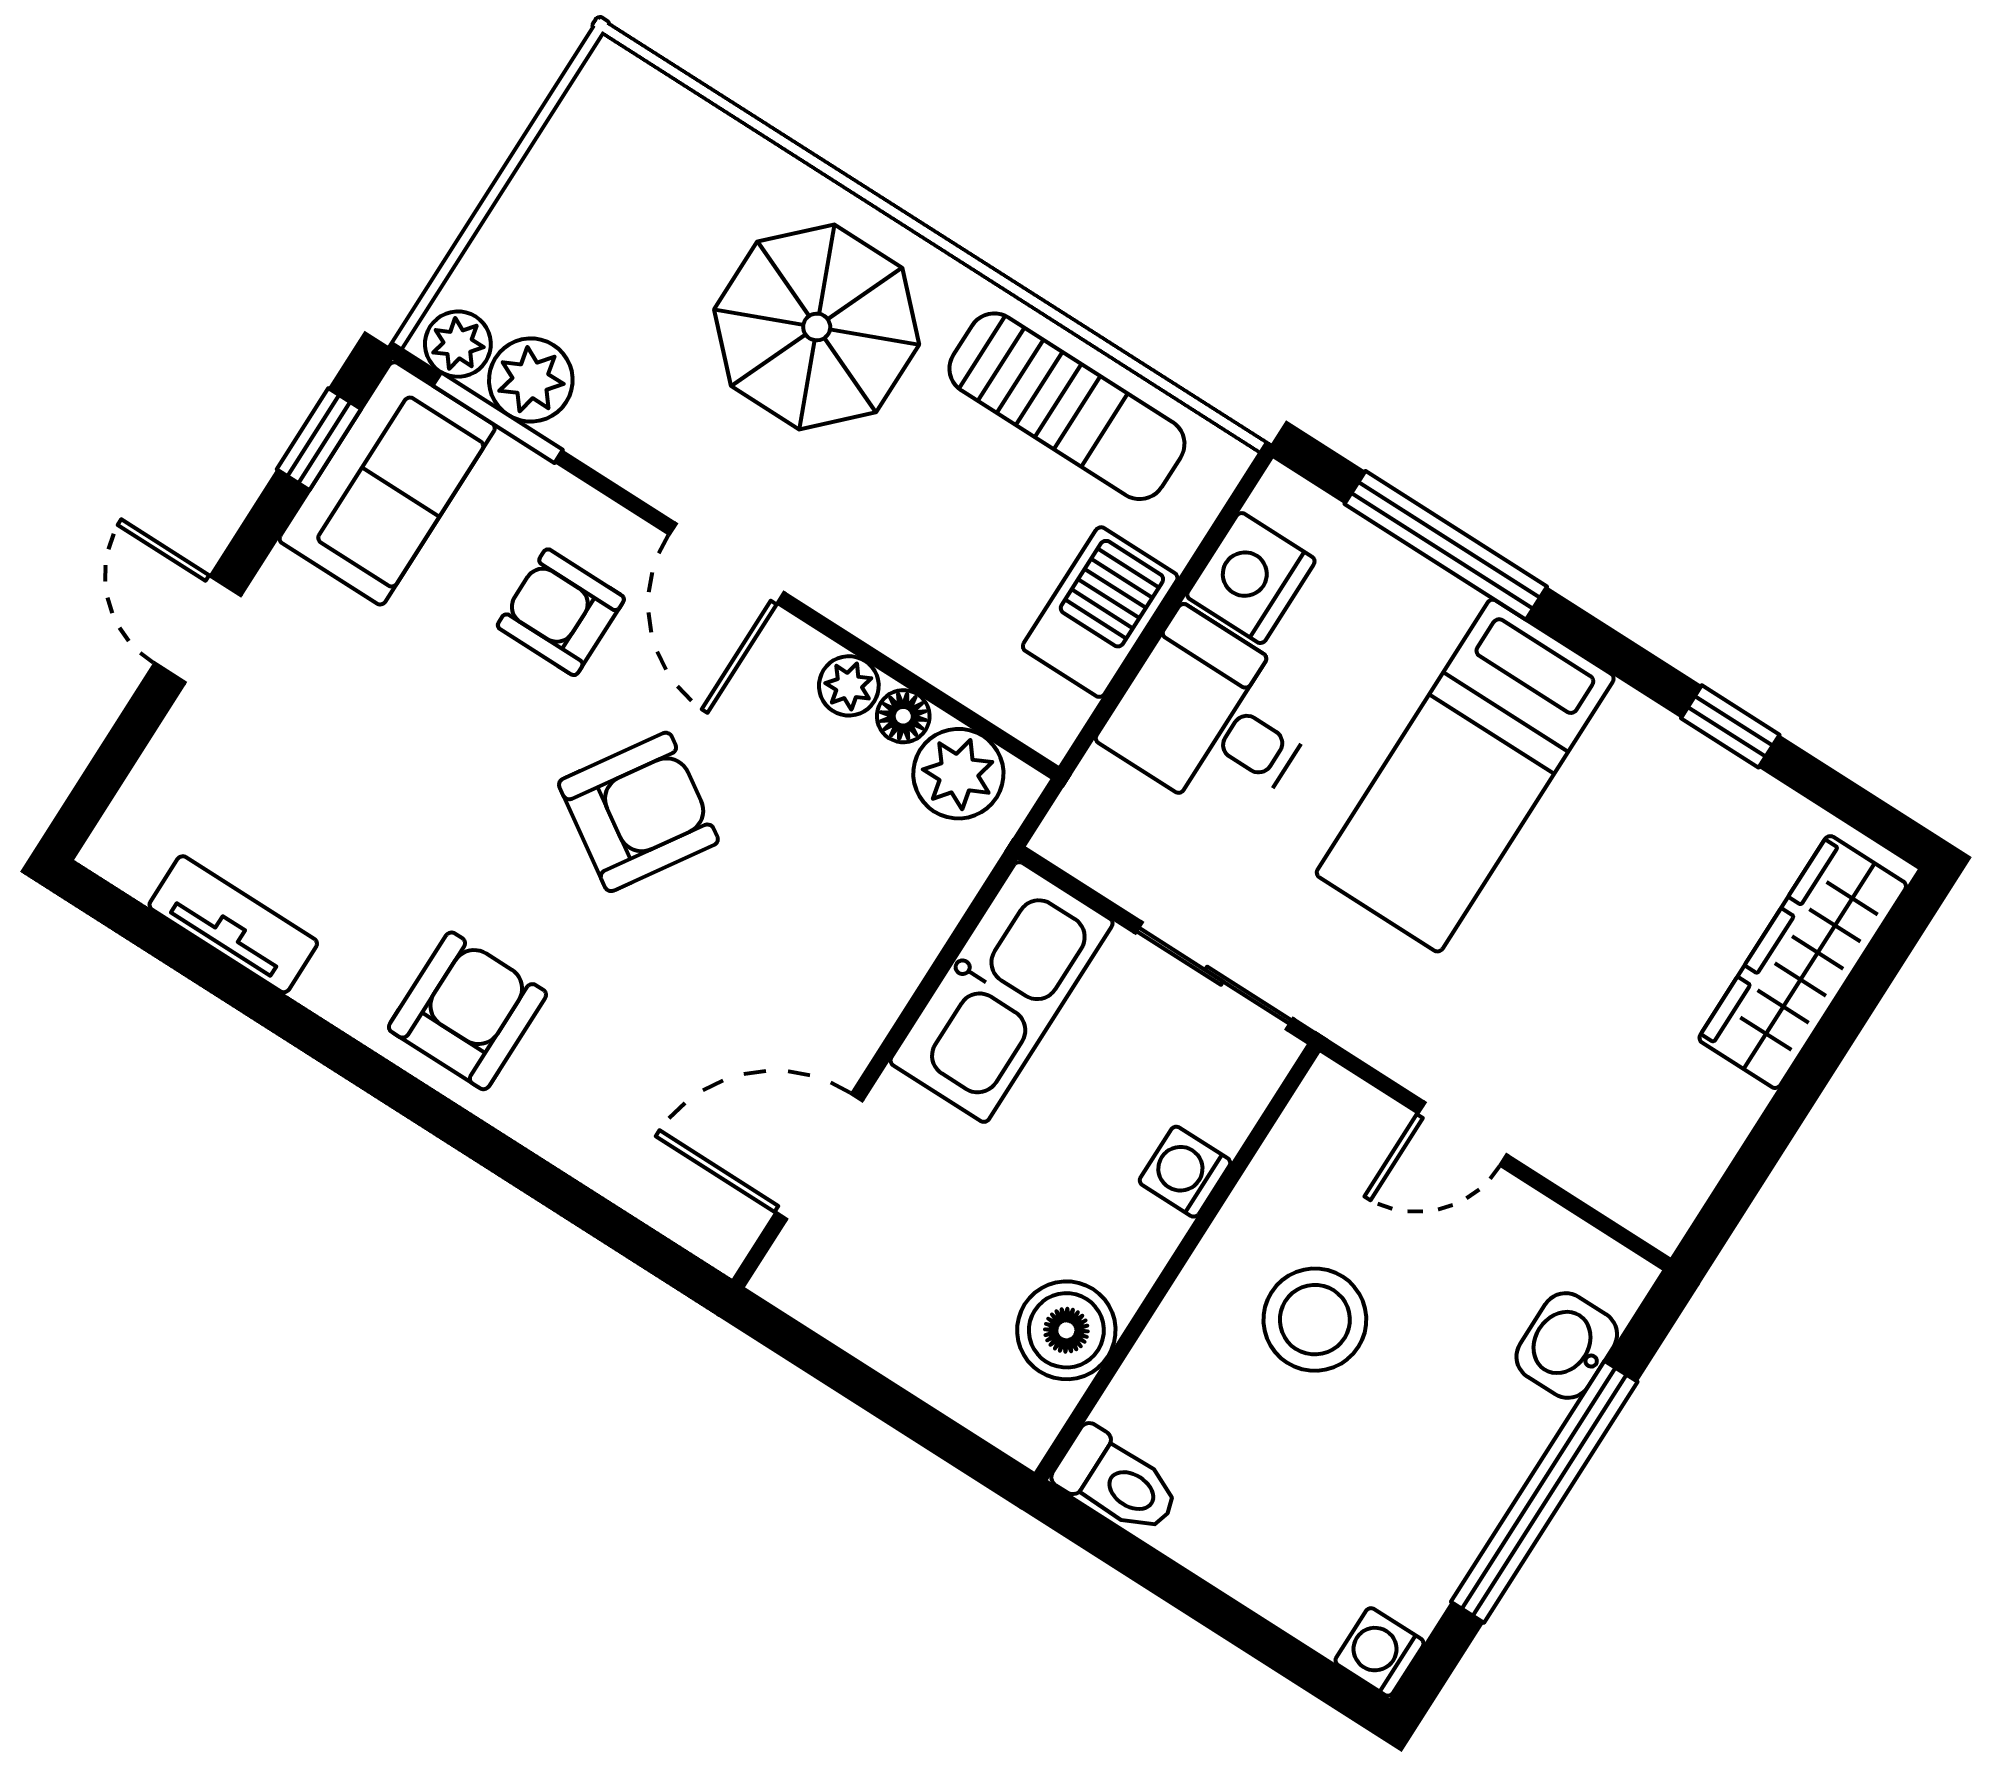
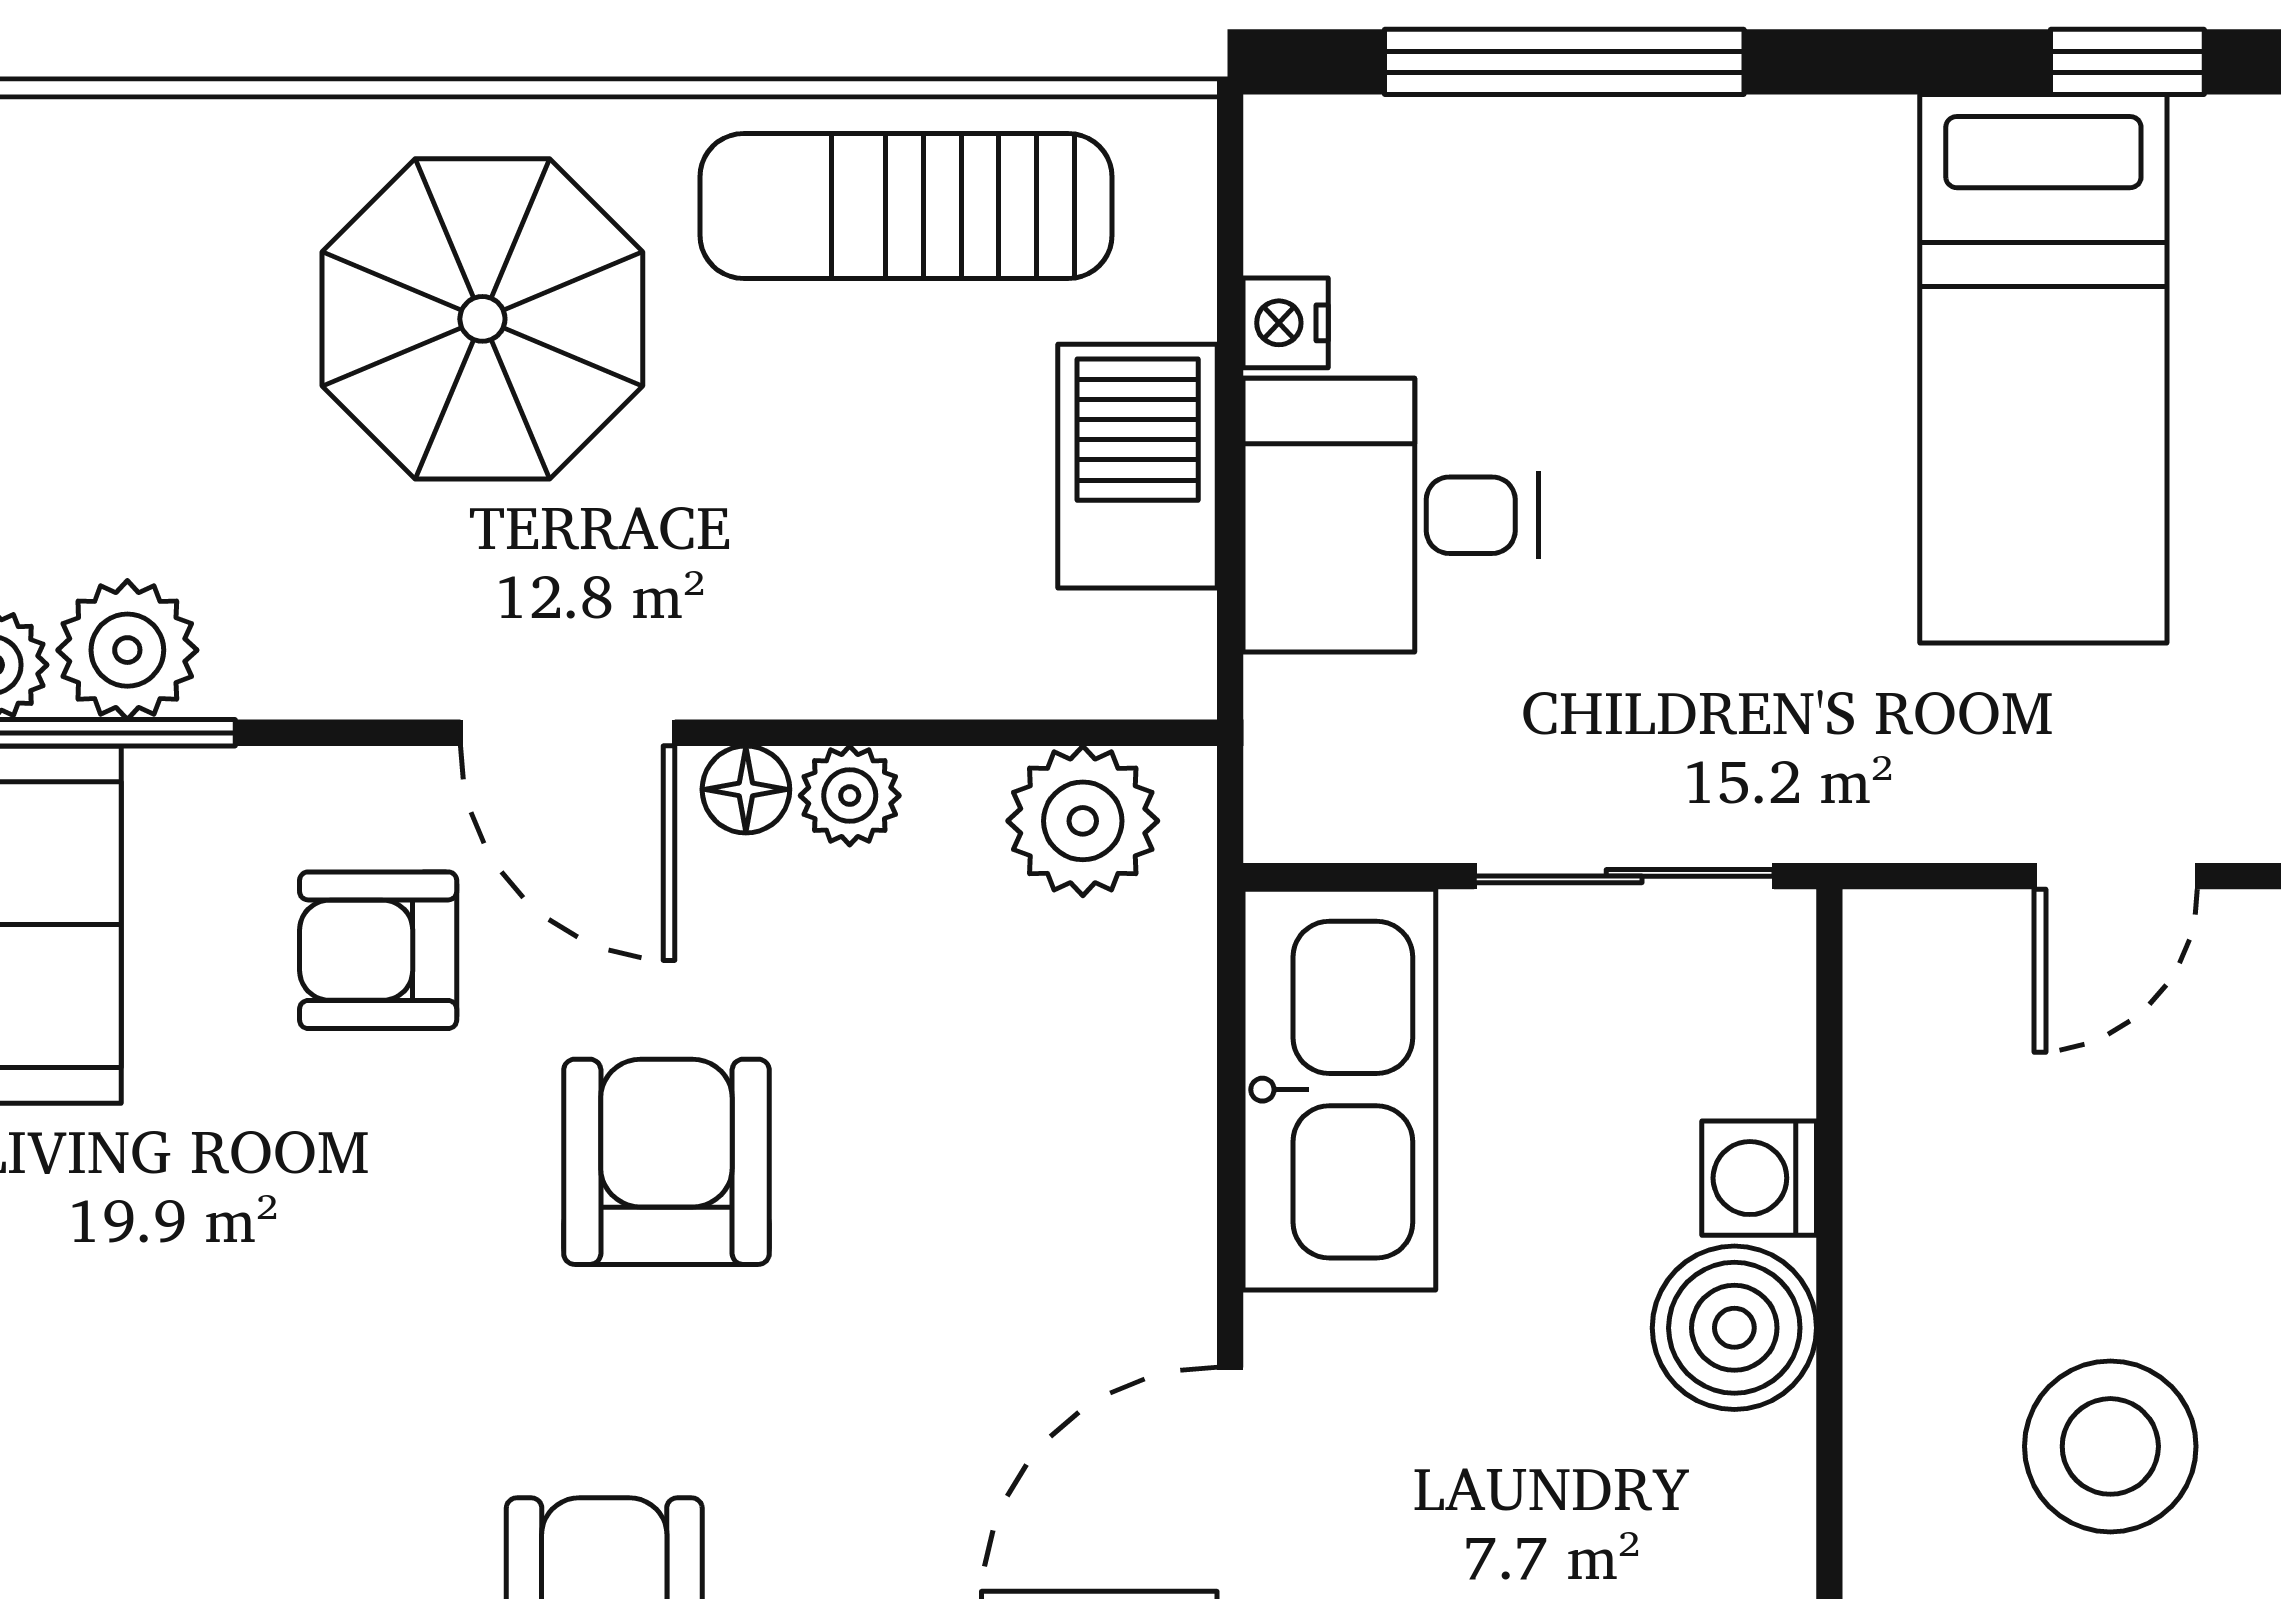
sun lounger: (1067, 406) -> (906, 206), turned 180
nightstand: (1251, 578) -> (1286, 323), width x0.53, depth x0.56
floor lamp: (903, 716) -> (746, 789), moved
bed: (1465, 776) -> (2043, 369), moved
armchair: (638, 812) -> (666, 1162), turned -33
stool: (1315, 1320) -> (2110, 1446), moved
boiler: (1066, 1330) -> (1734, 1328), moved

